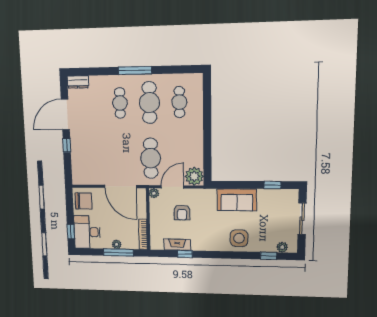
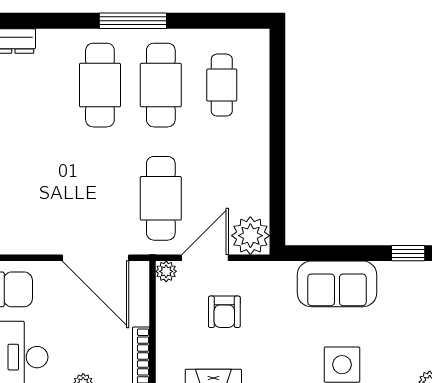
cafe table: (120, 103) -> (100, 85), width x1.37, depth x1.35

